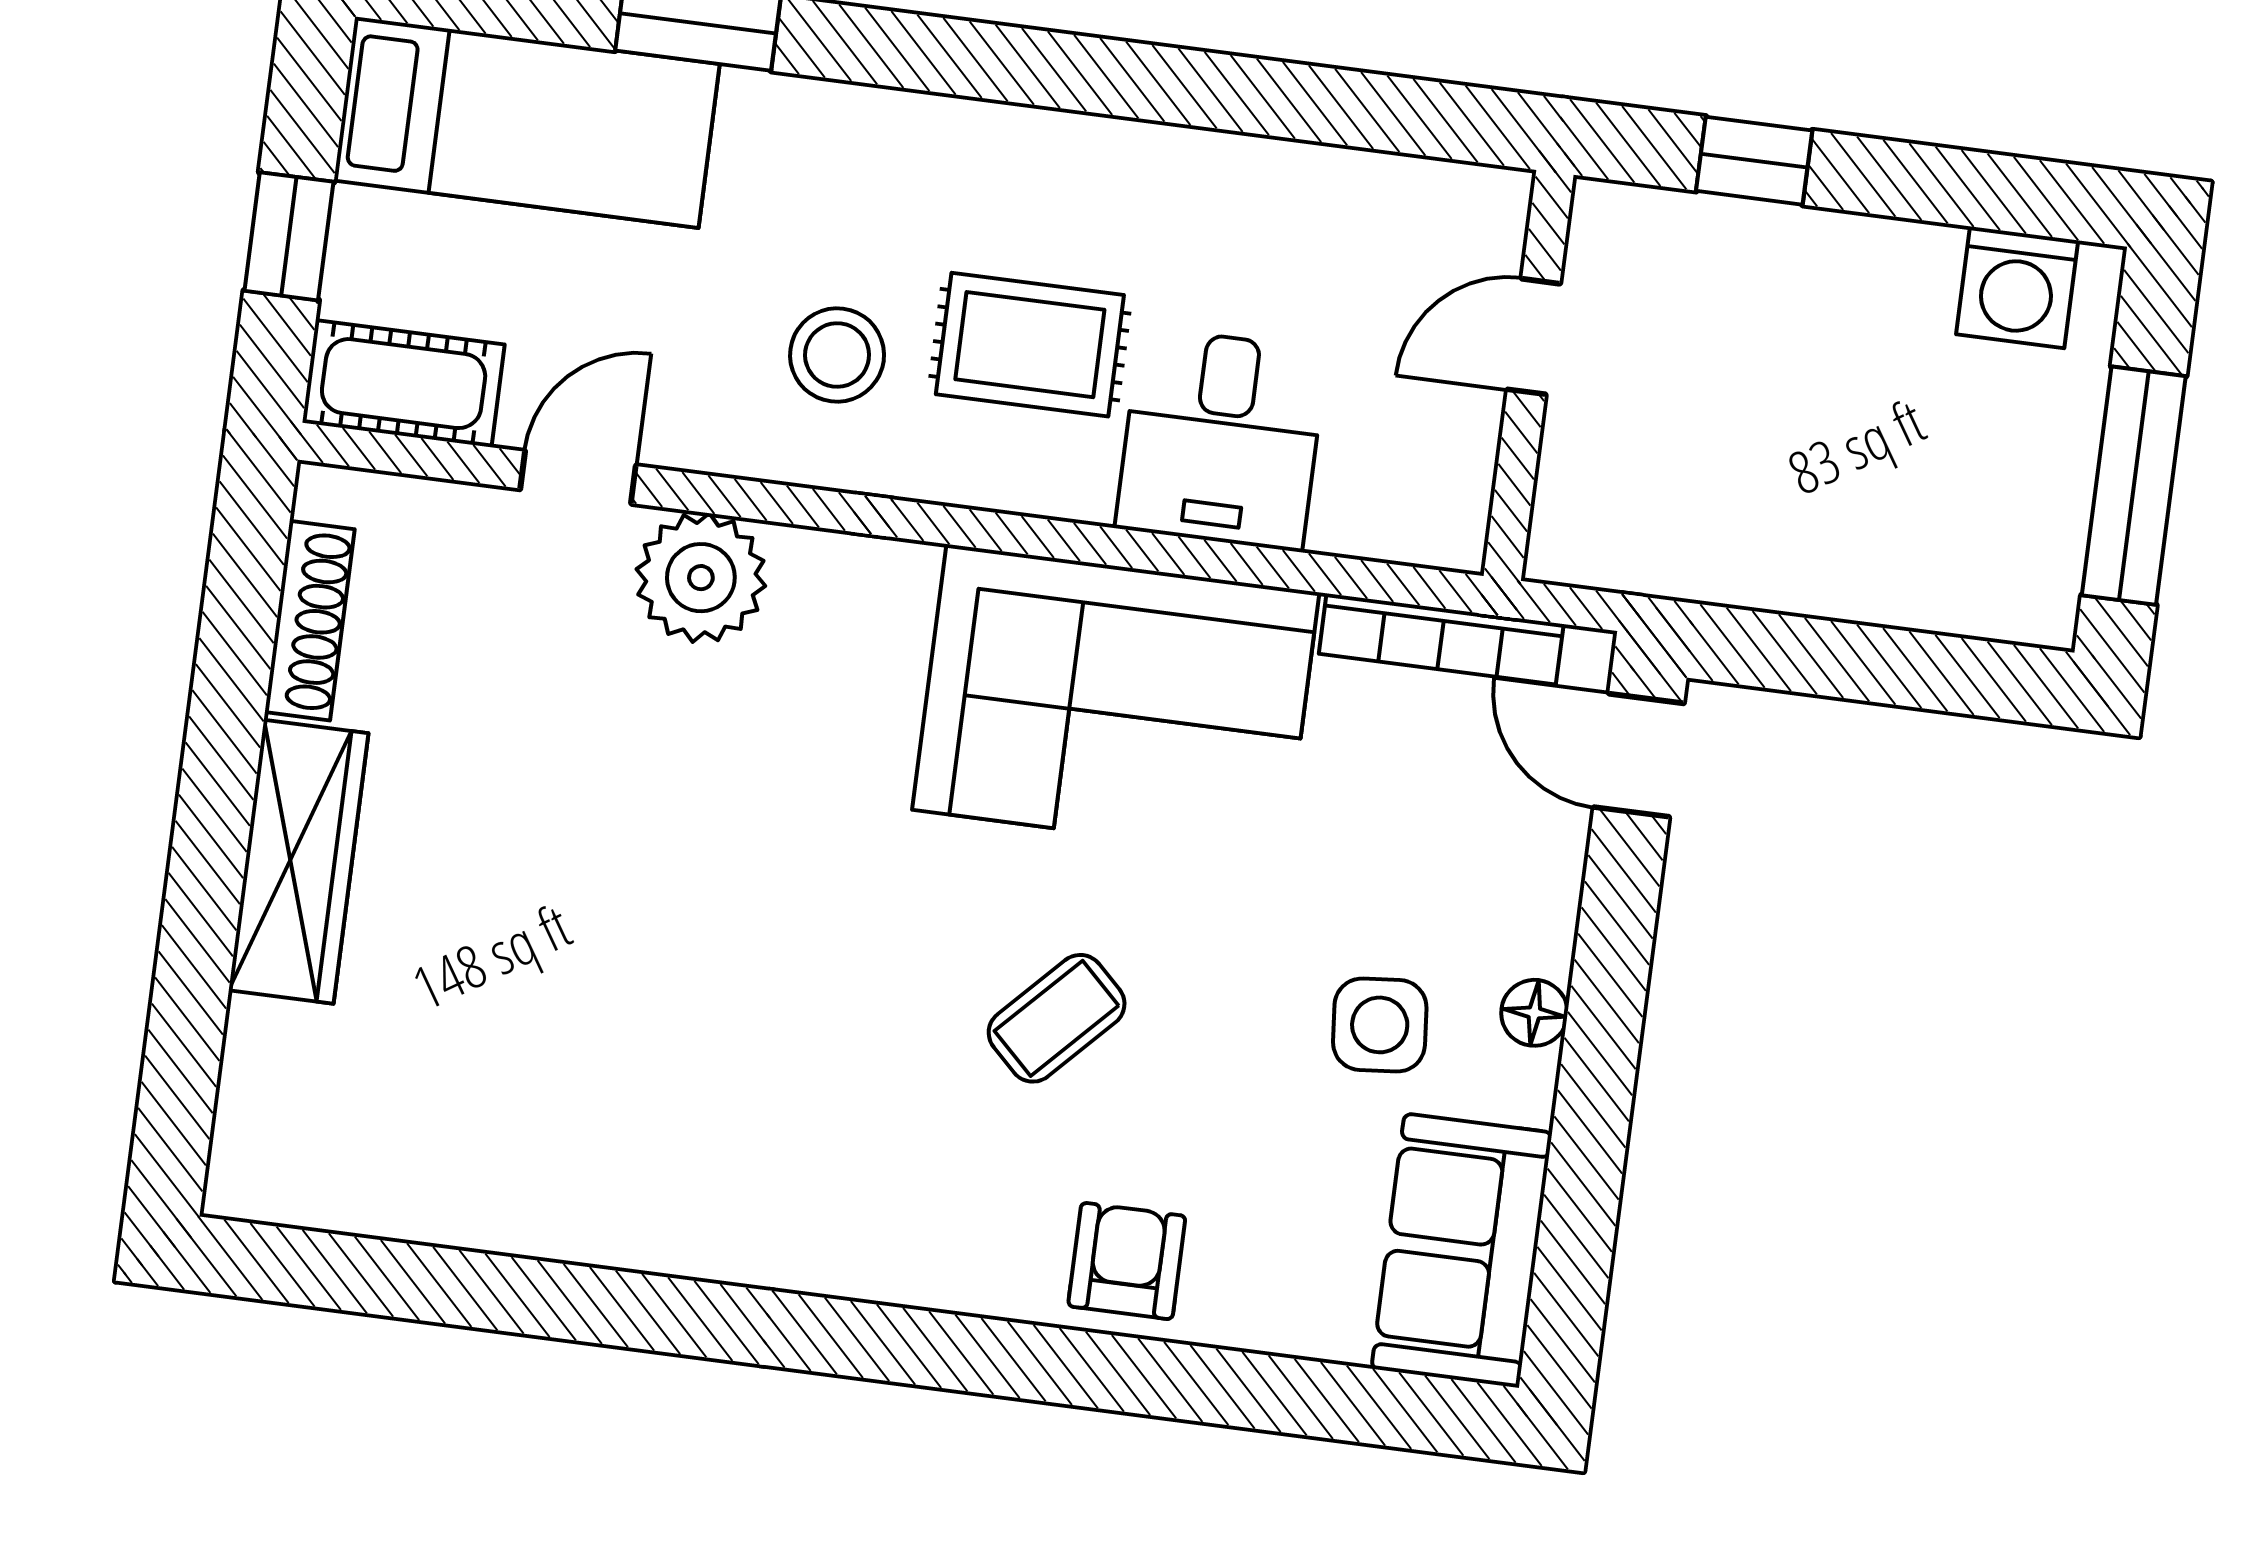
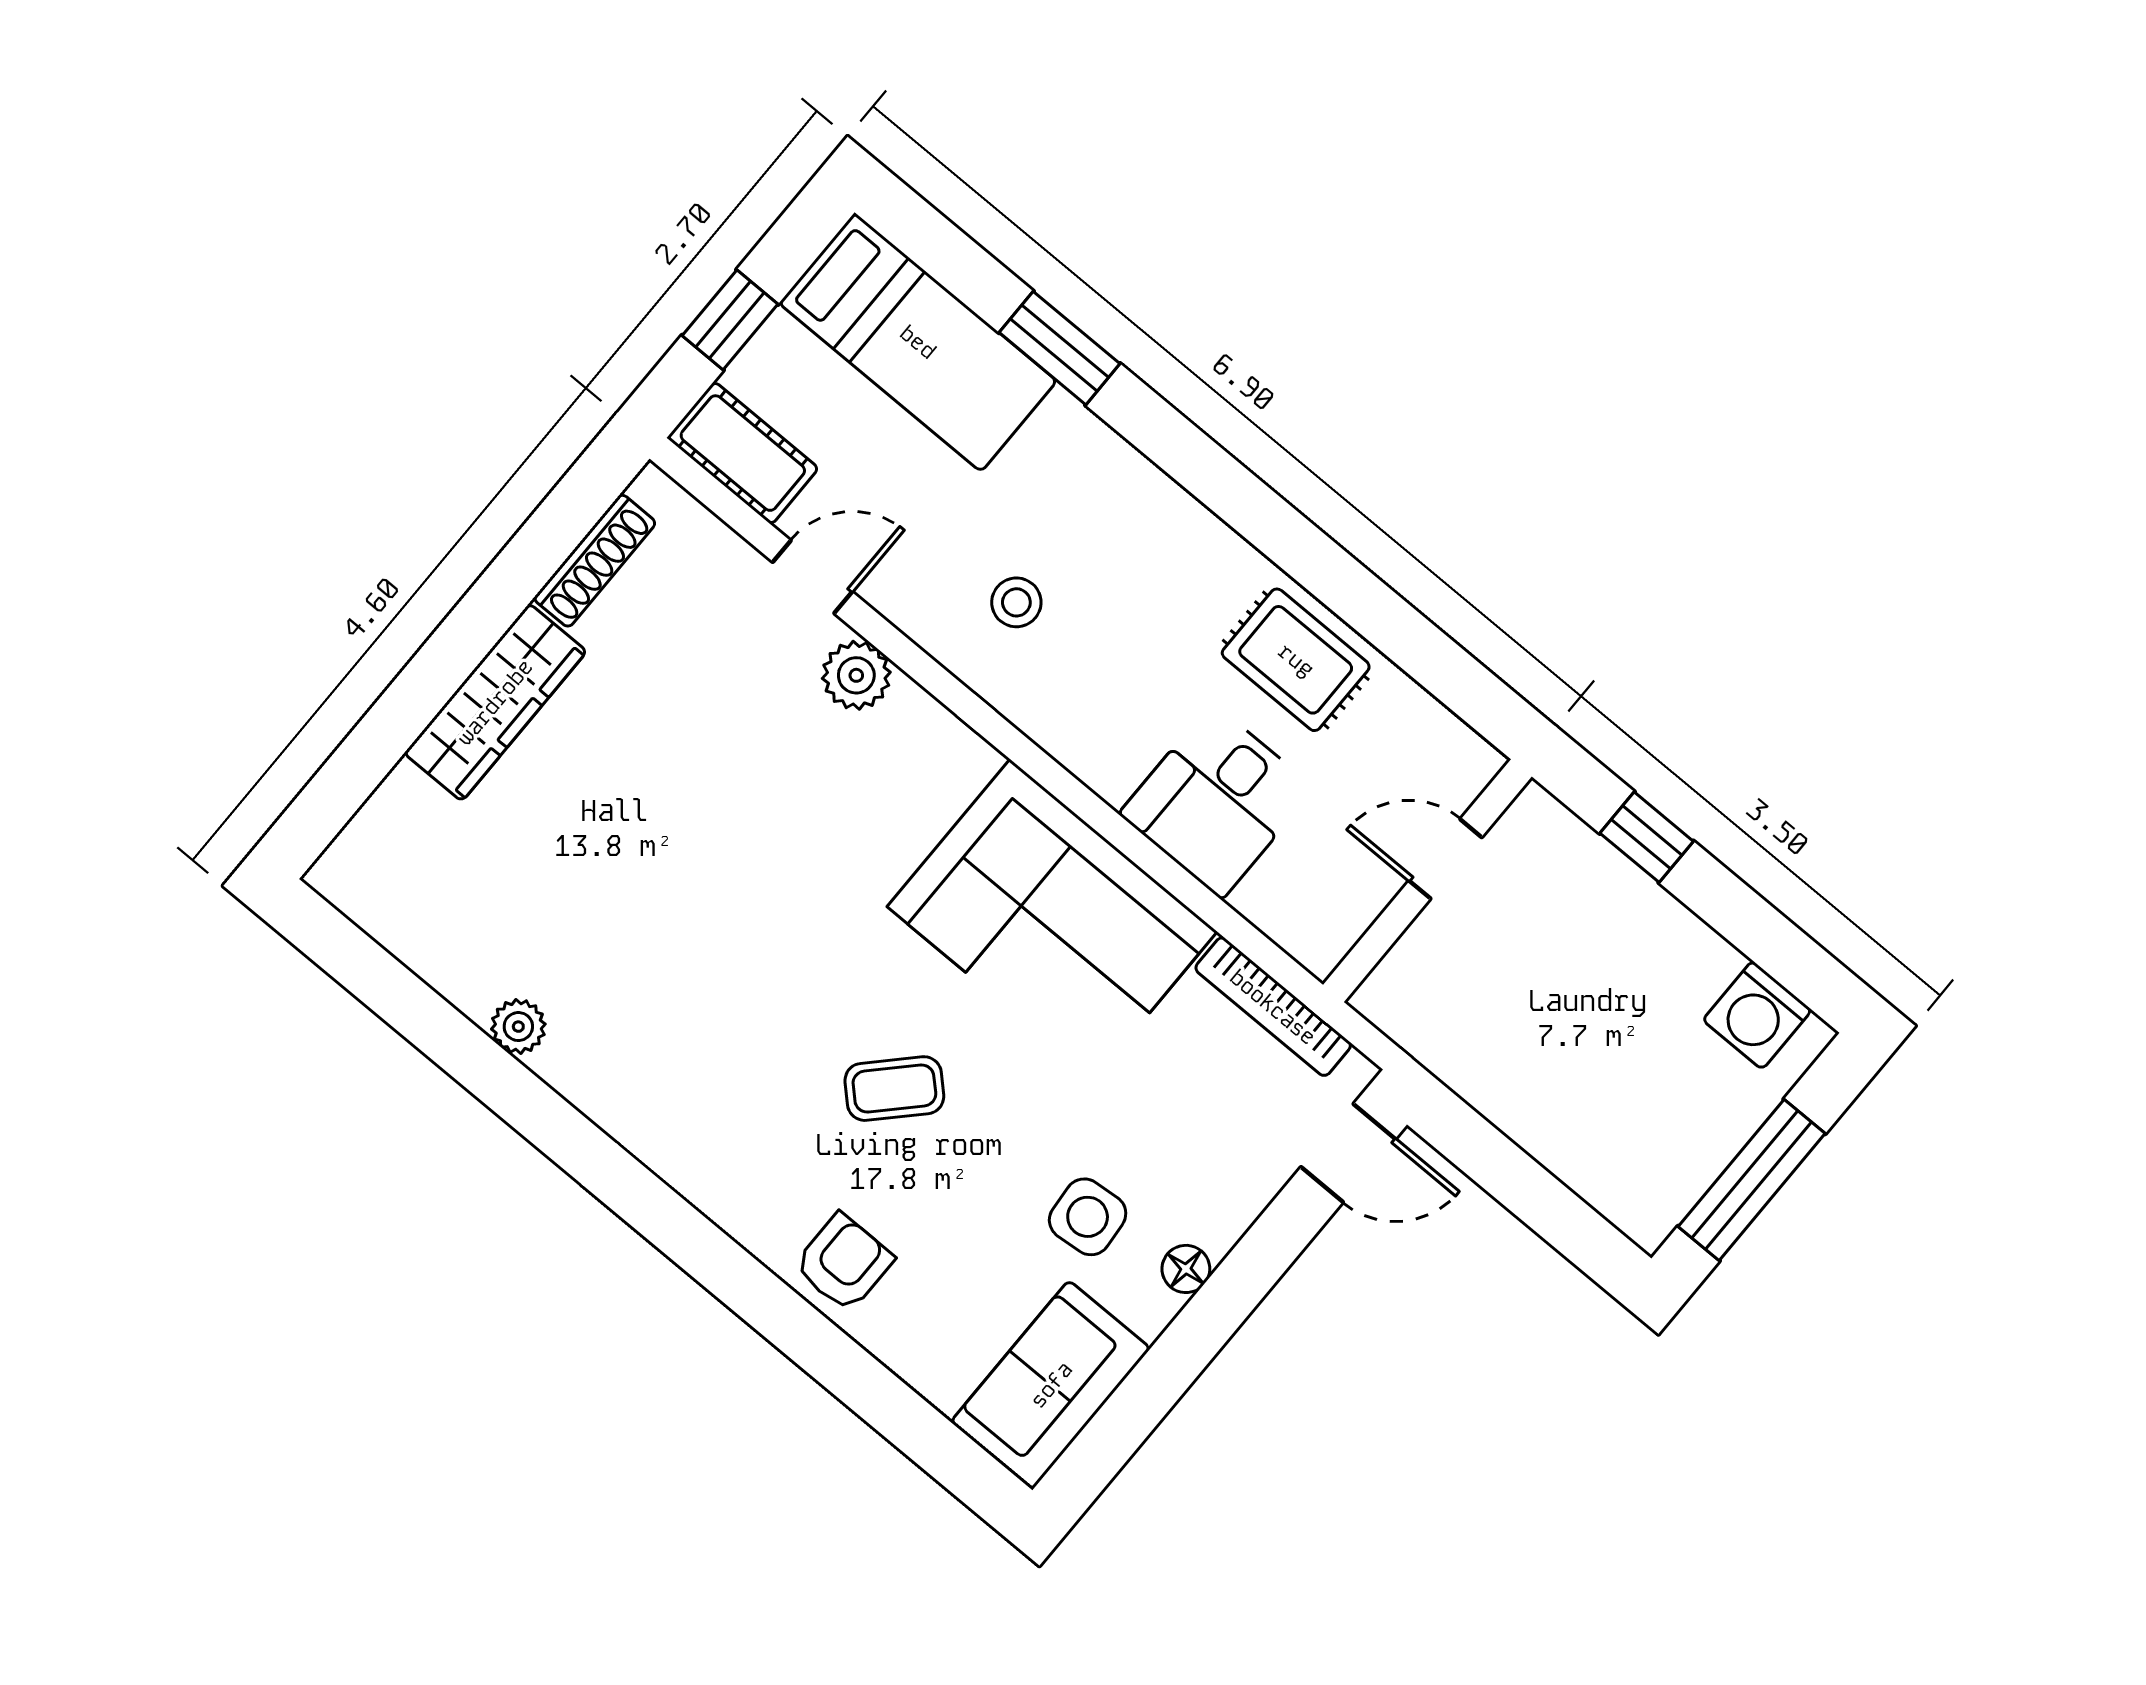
rug: (1030, 345) -> (1296, 660), moved
stool: (837, 355) -> (1016, 602), width x0.73, depth x0.73
plant: (701, 578) -> (856, 675), width x0.73, depth x0.73
door: (1639, 755) -> (1348, 1153), swing flipped
plant: (568, 1226) -> (518, 1027), added

